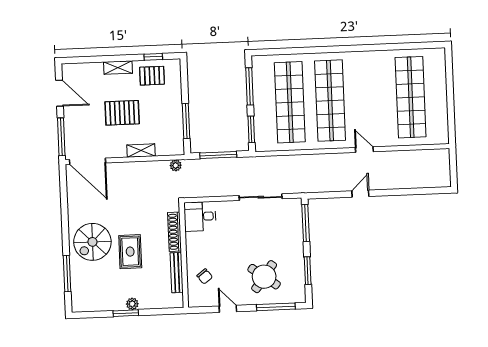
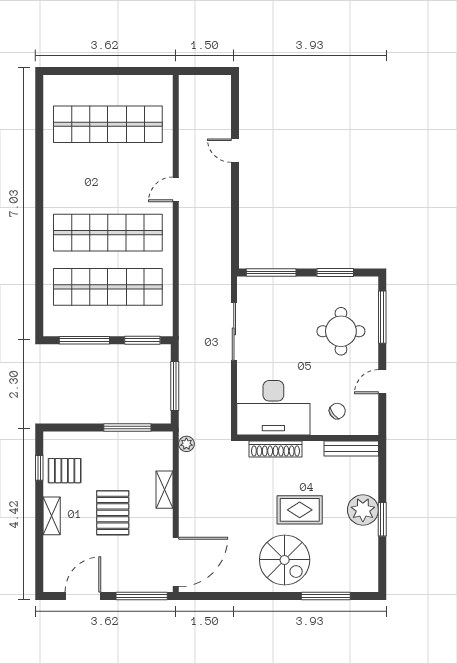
pallet: (152, 76) -> (65, 471), turned 90
door: (360, 194) -> (235, 151), moved
desk: (200, 216) -> (273, 408), width x1.87, depth x1.30
bench: (177, 273) -> (351, 449), moved
round table: (264, 277) -> (341, 331), turned -36
plant: (132, 304) -> (363, 510), width x1.88, depth x1.88

